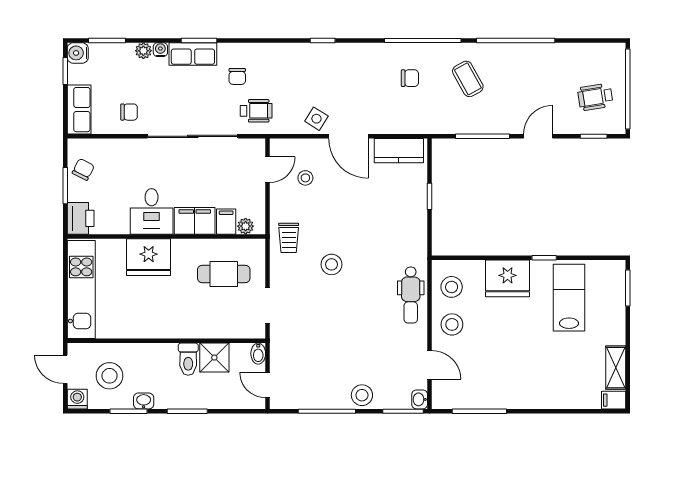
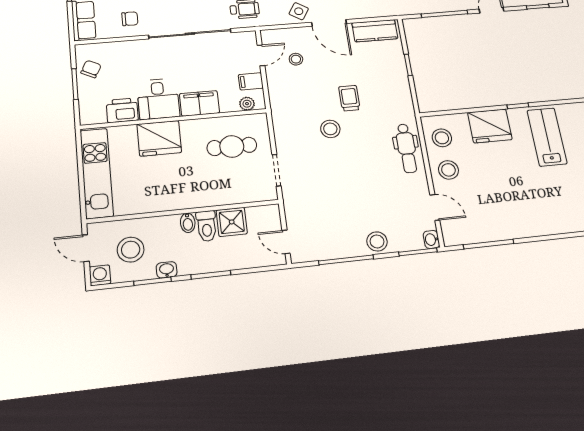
printer: (81, 218) -> (122, 110), moved, turned -90
filing cabinet: (226, 222) -> (251, 81), moved, turned -90
trolley: (289, 238) -> (349, 98), moved, turned 180
bidet: (258, 354) -> (188, 223), moved

